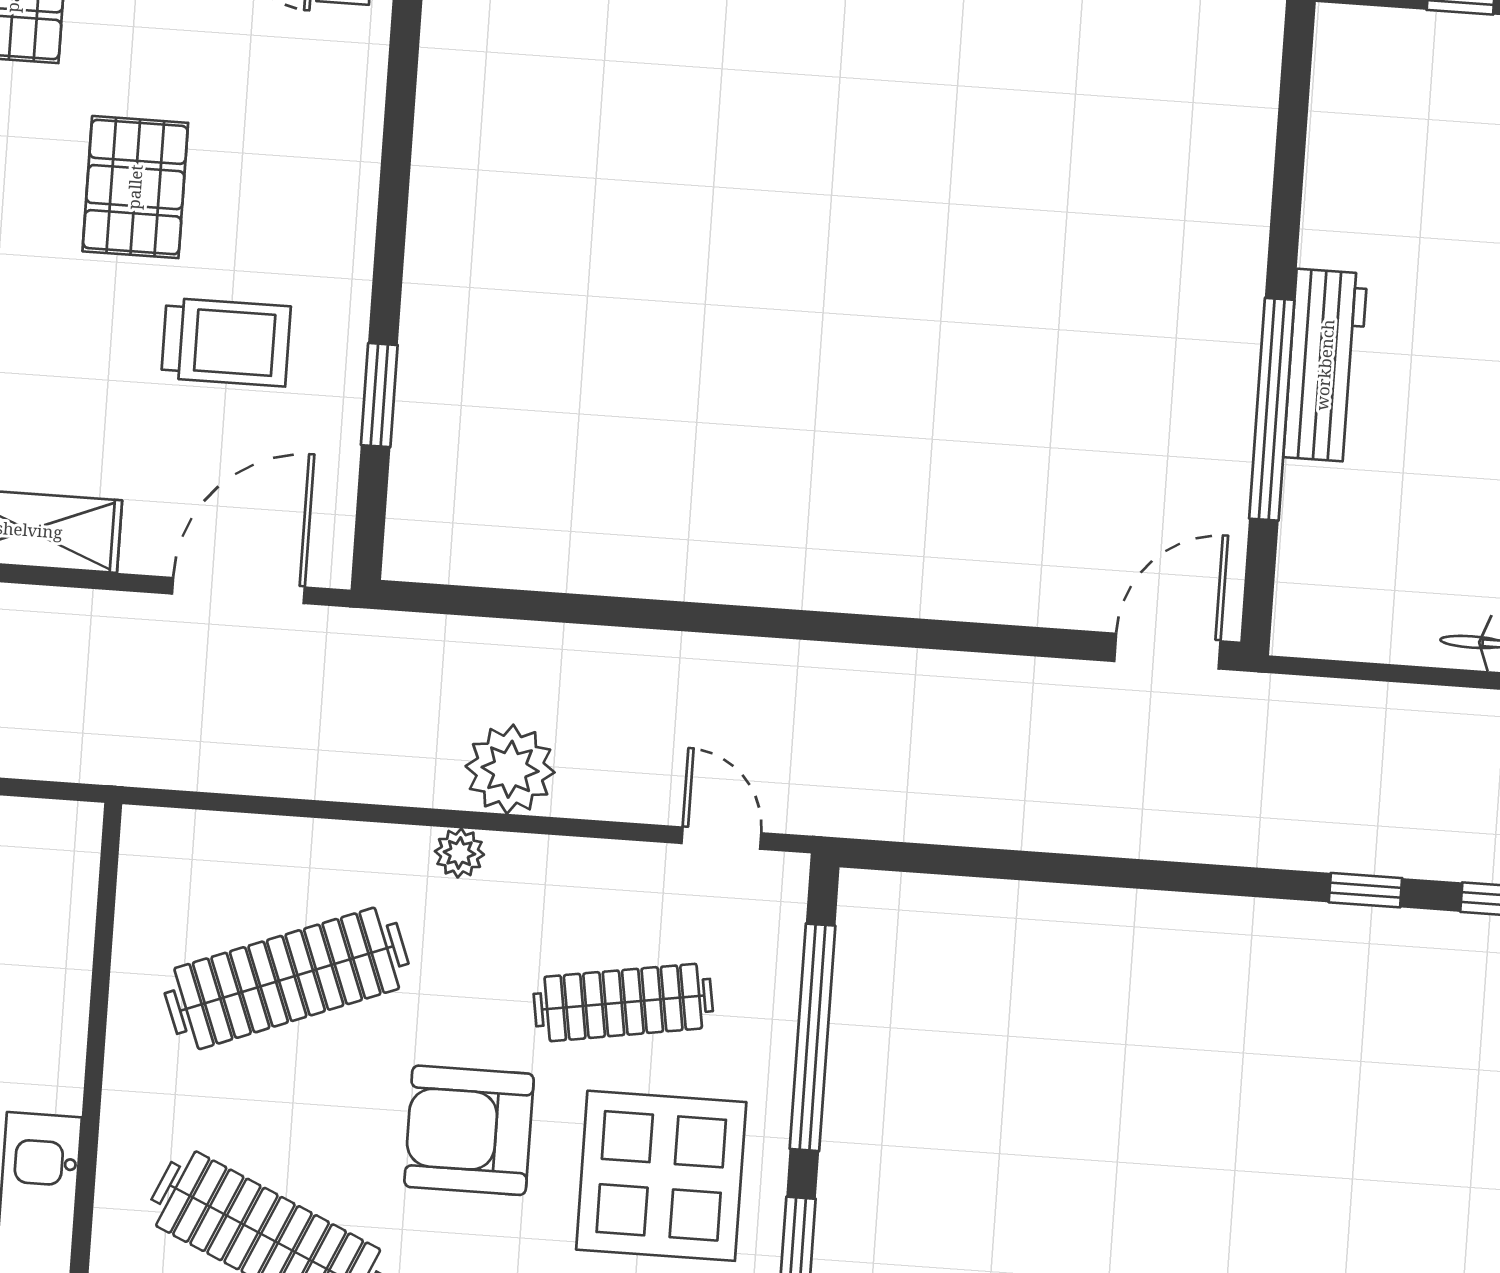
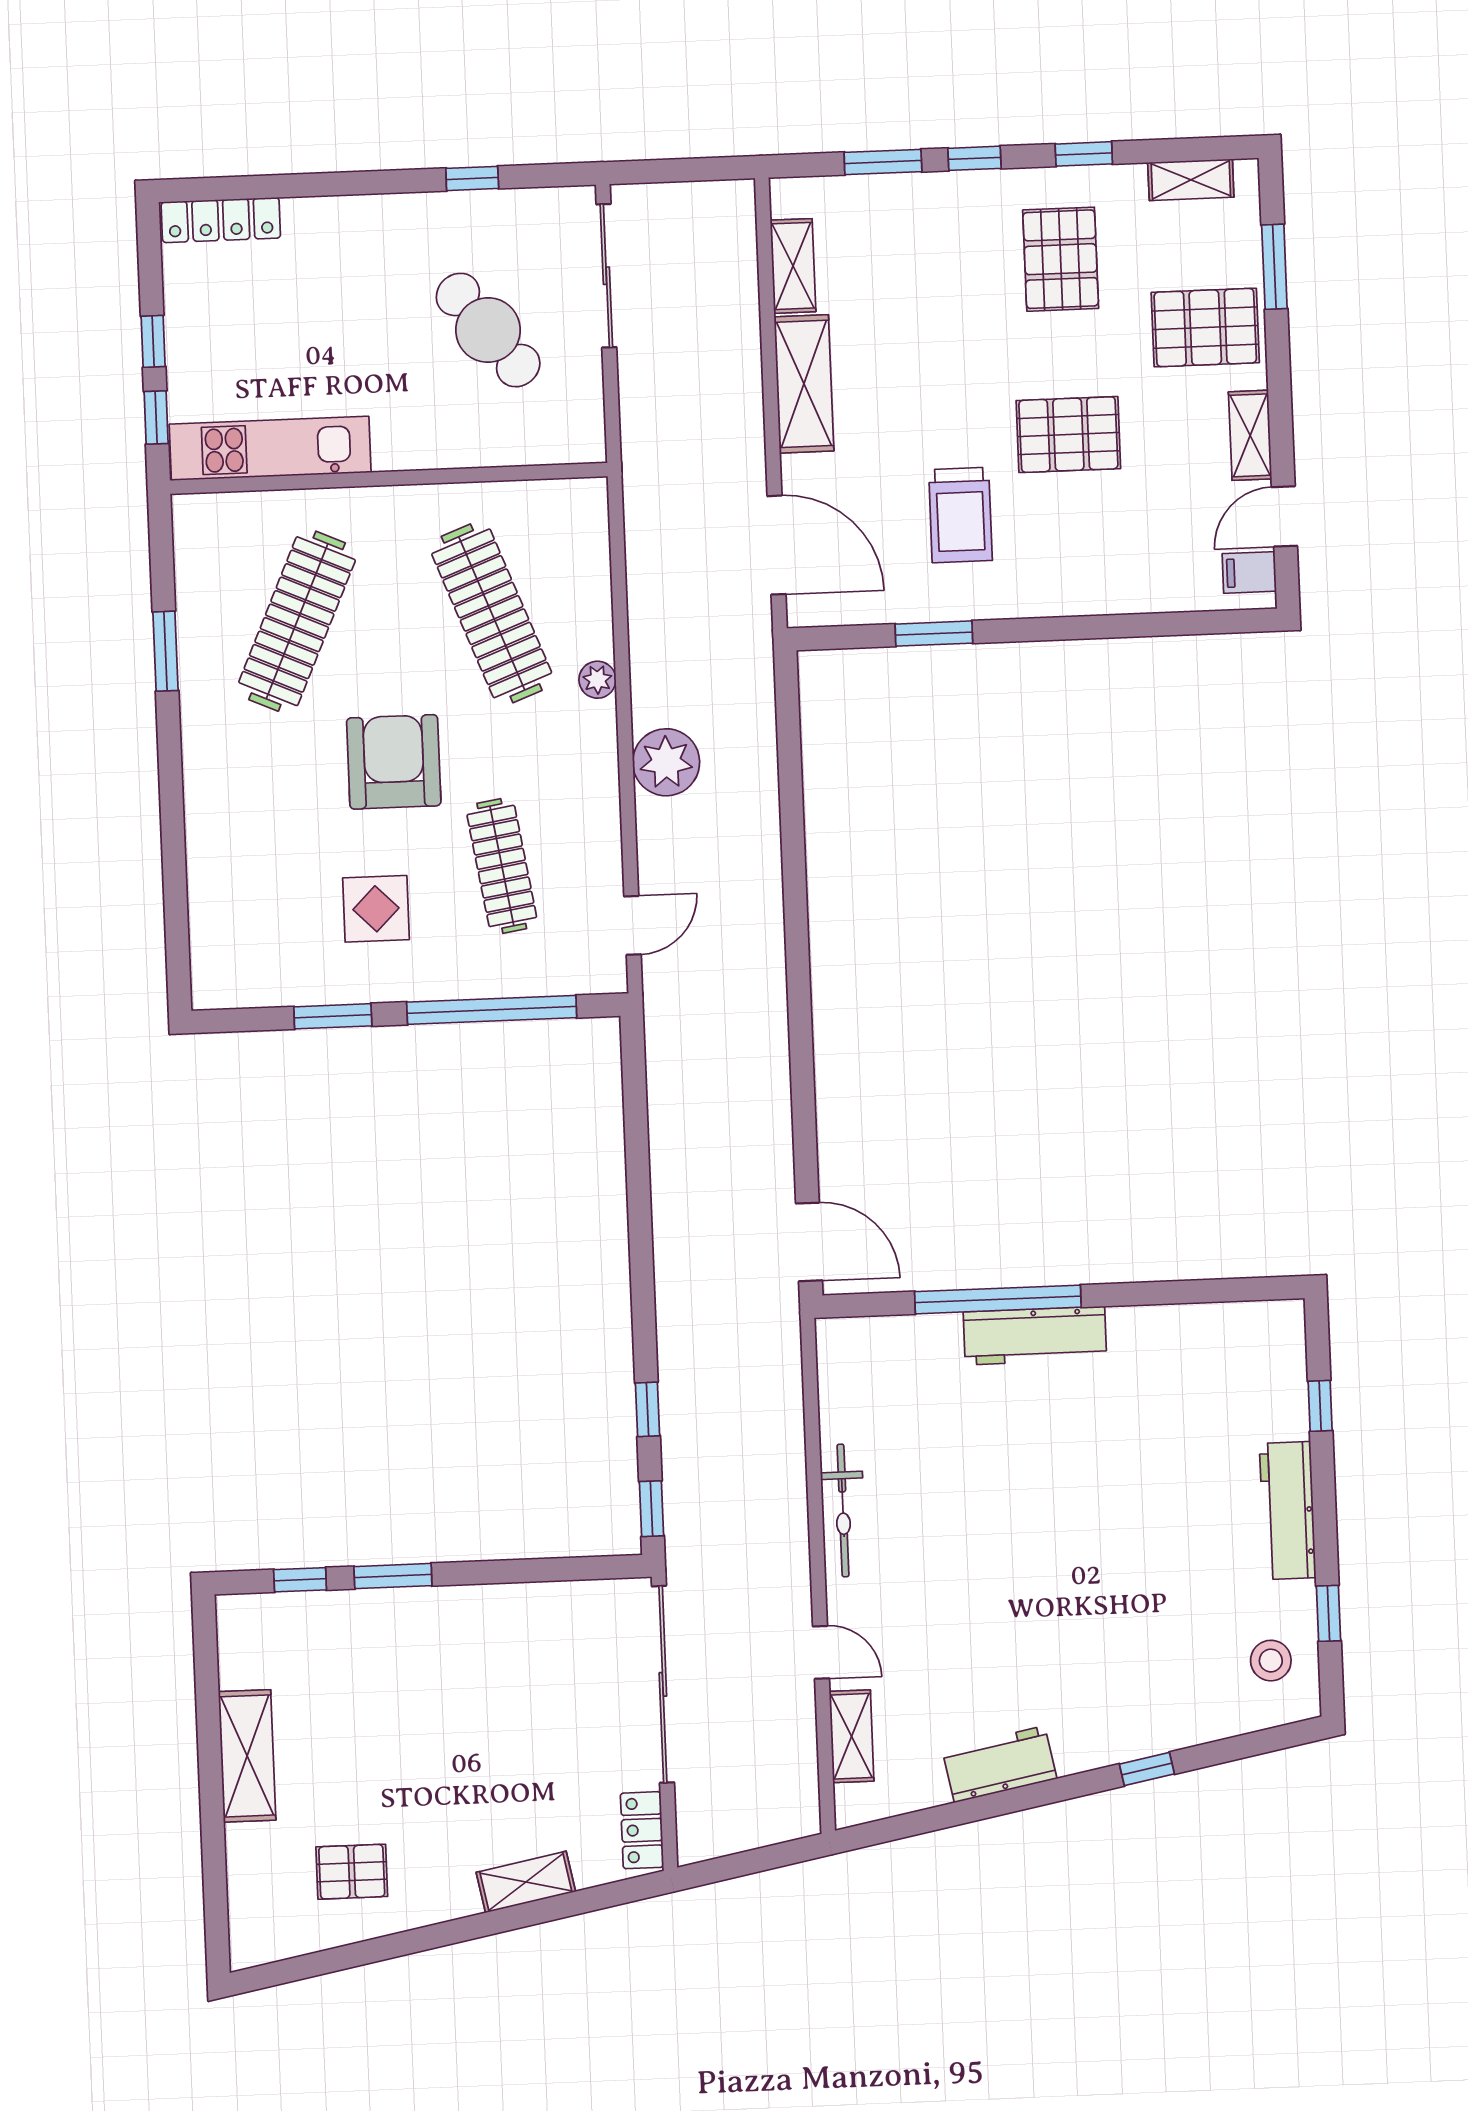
plant: (459, 853) -> (597, 680), moved
display table: (661, 1176) -> (376, 909), width x0.54, depth x0.54

